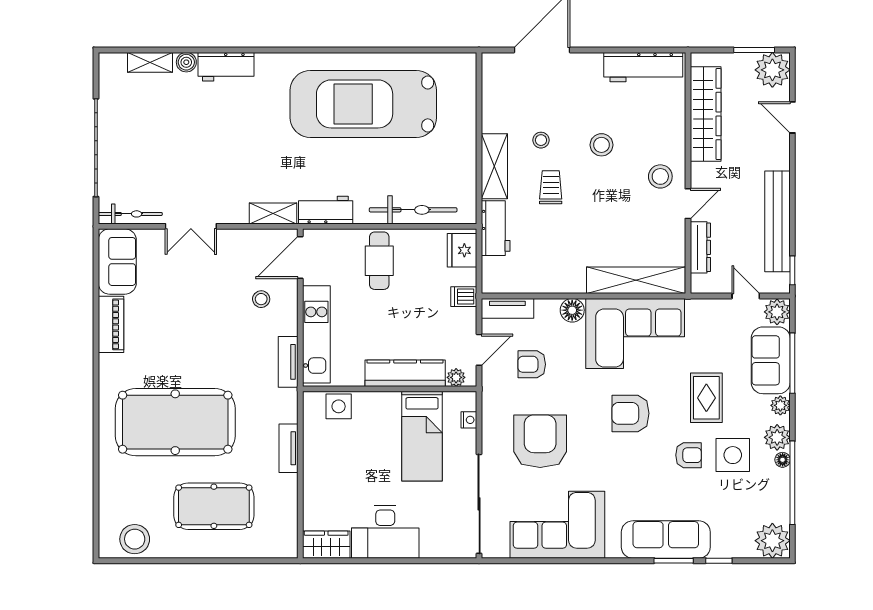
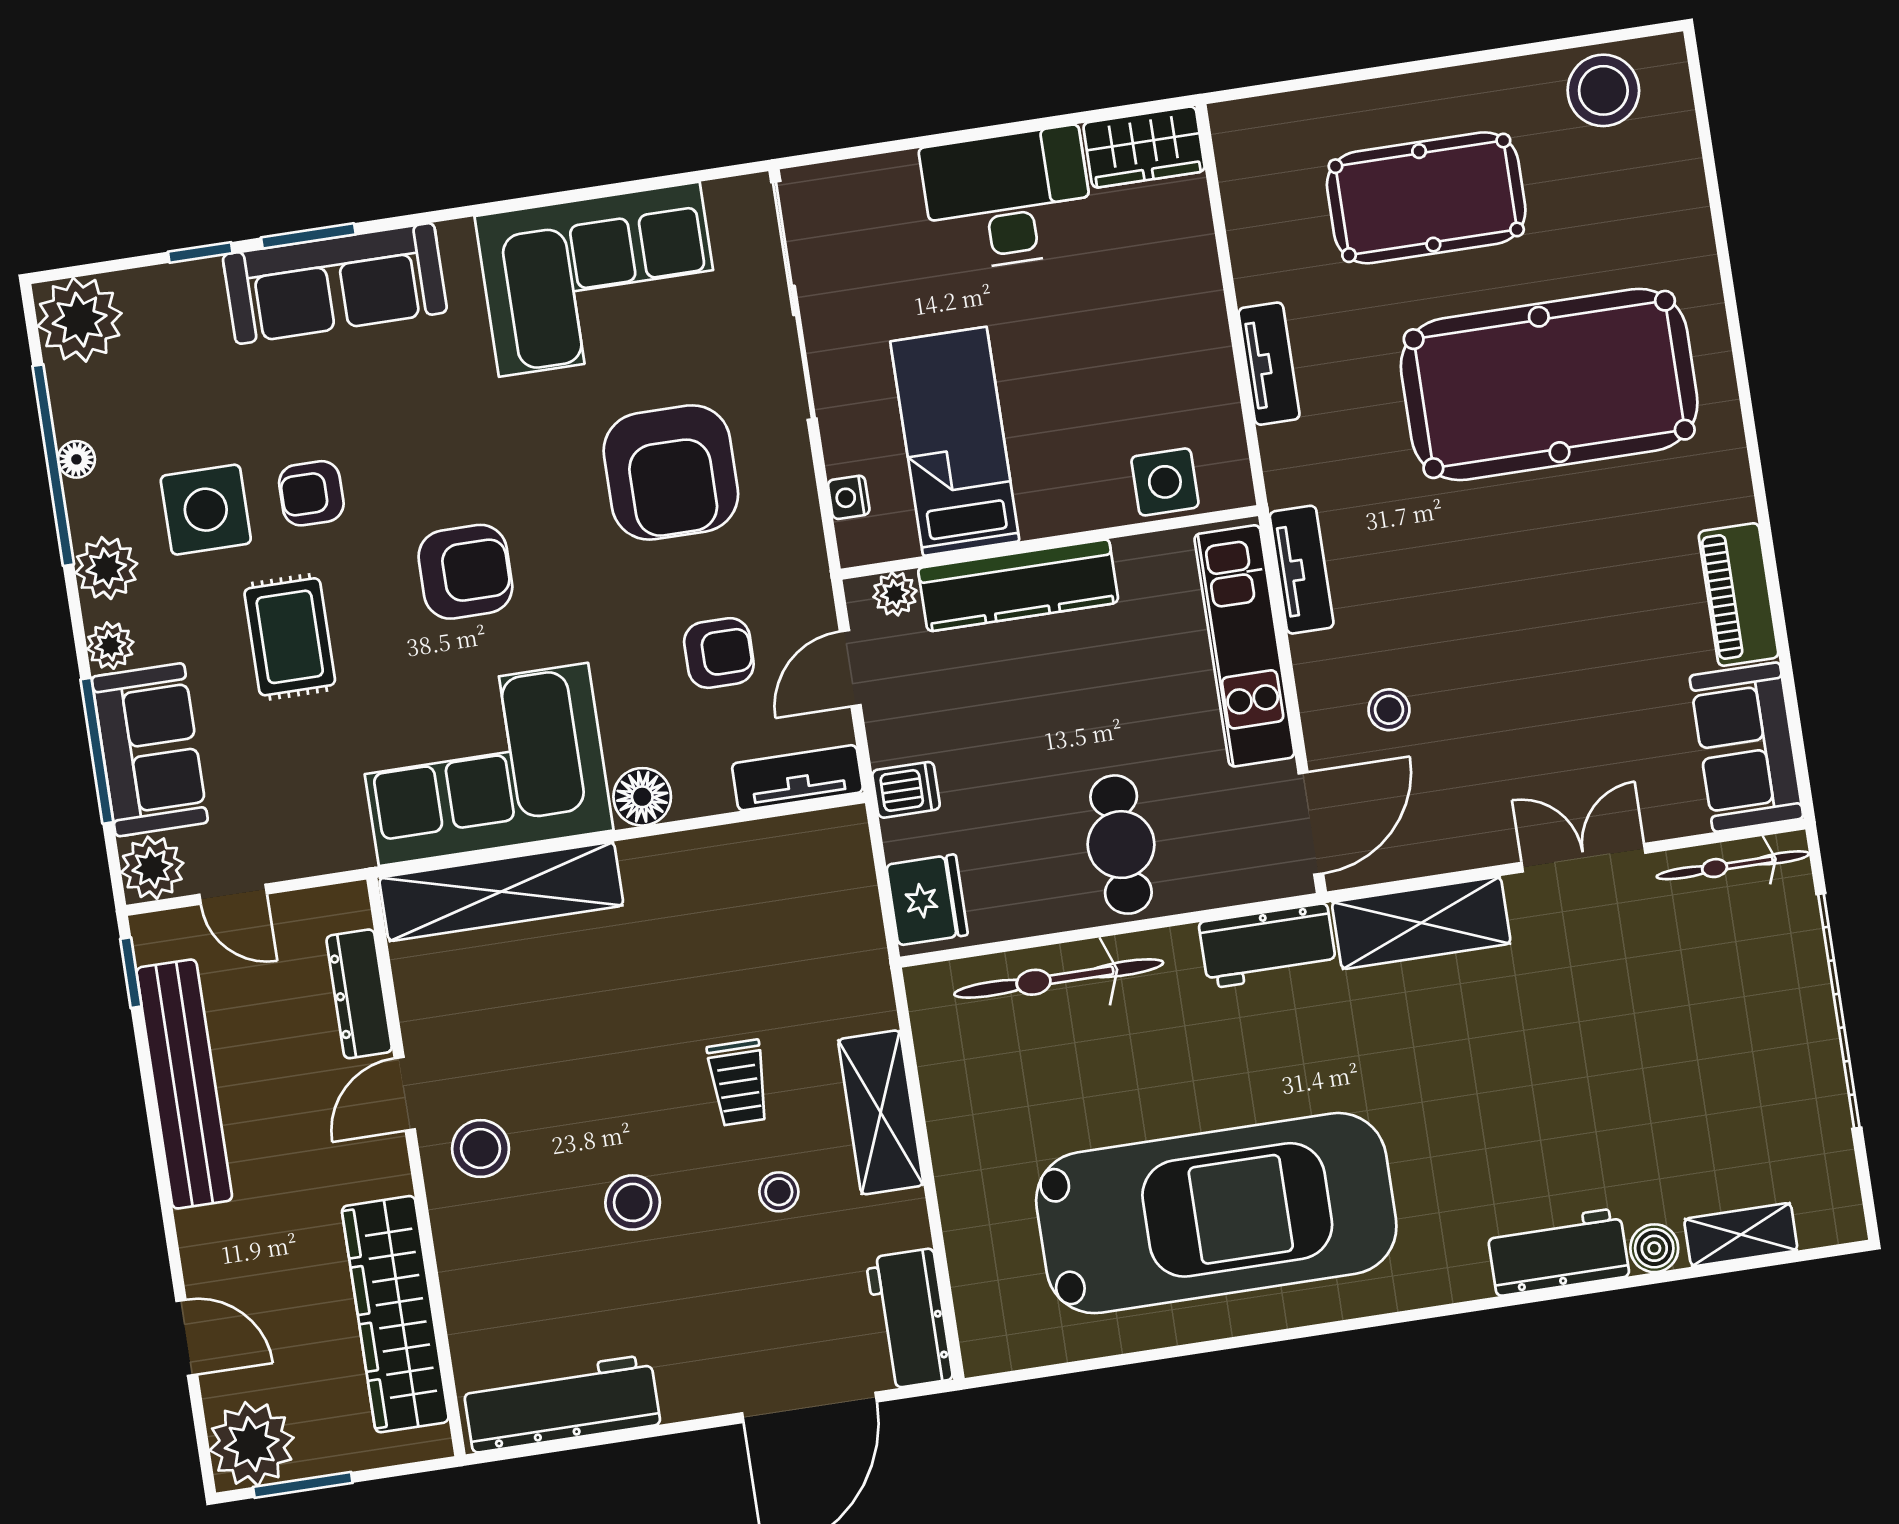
shelving: (273, 213) -> (1421, 923), width x1.50, depth x1.33
workbench: (496, 228) -> (909, 1319), moved
floor lamp: (783, 460) -> (76, 459), moved

